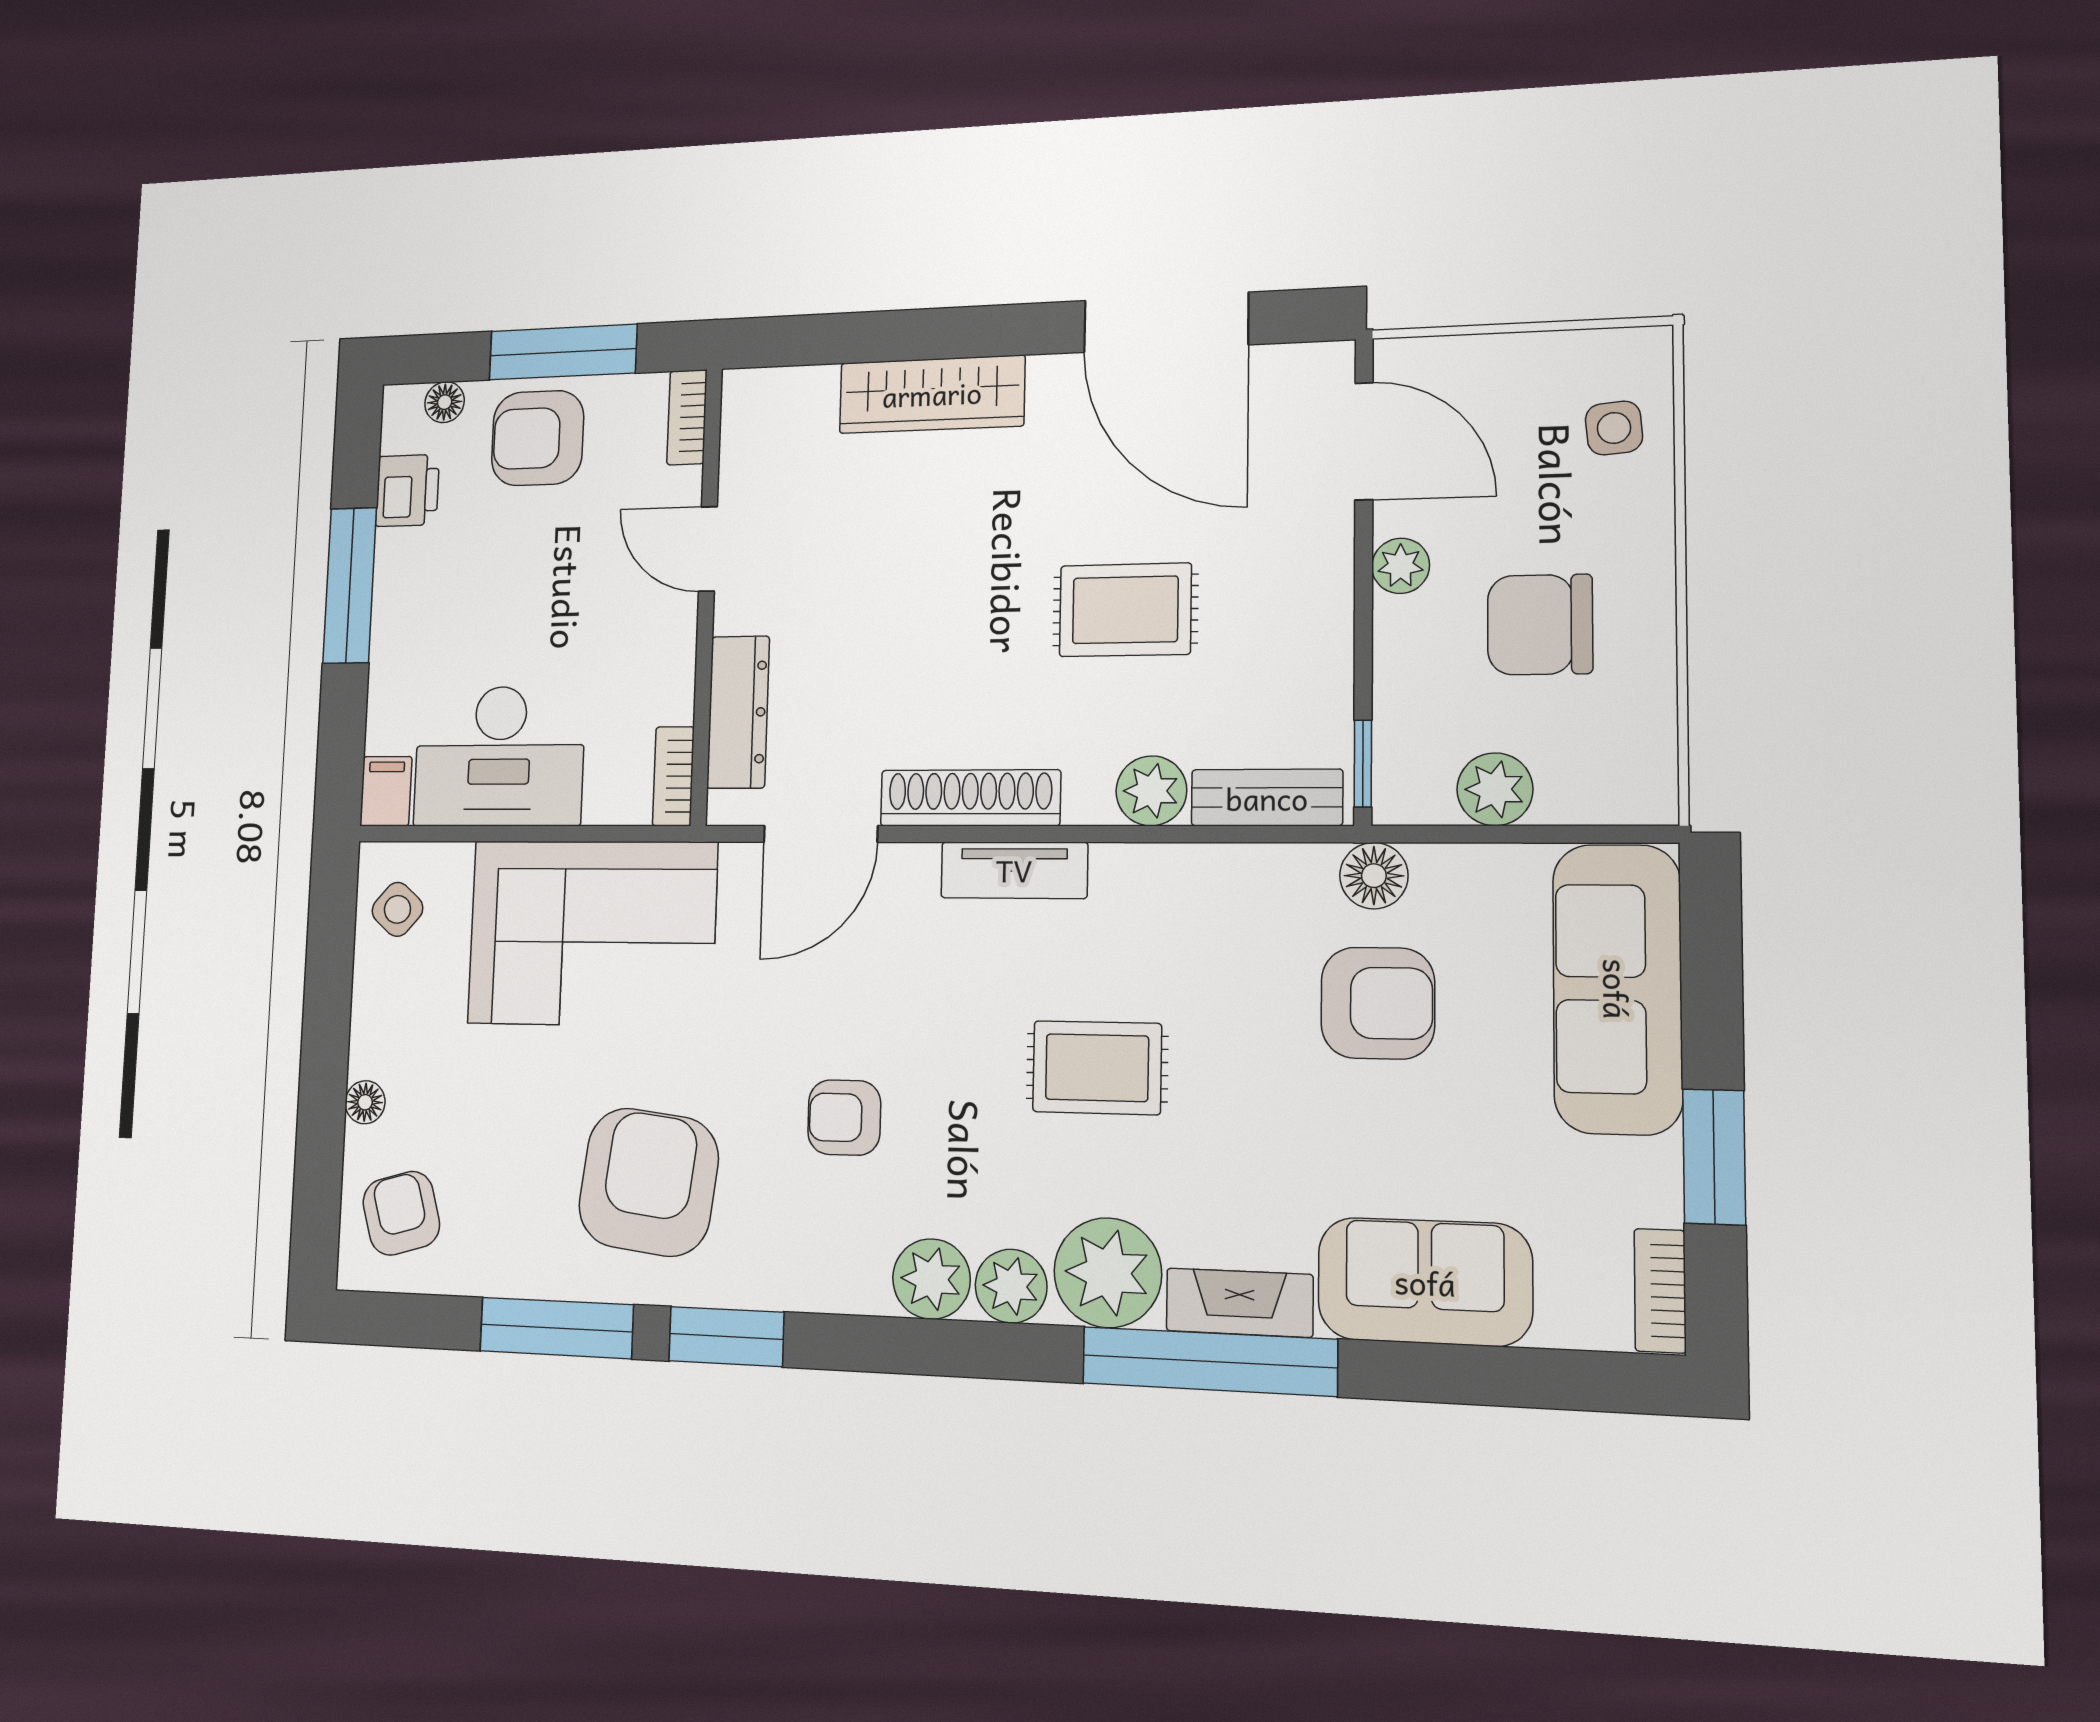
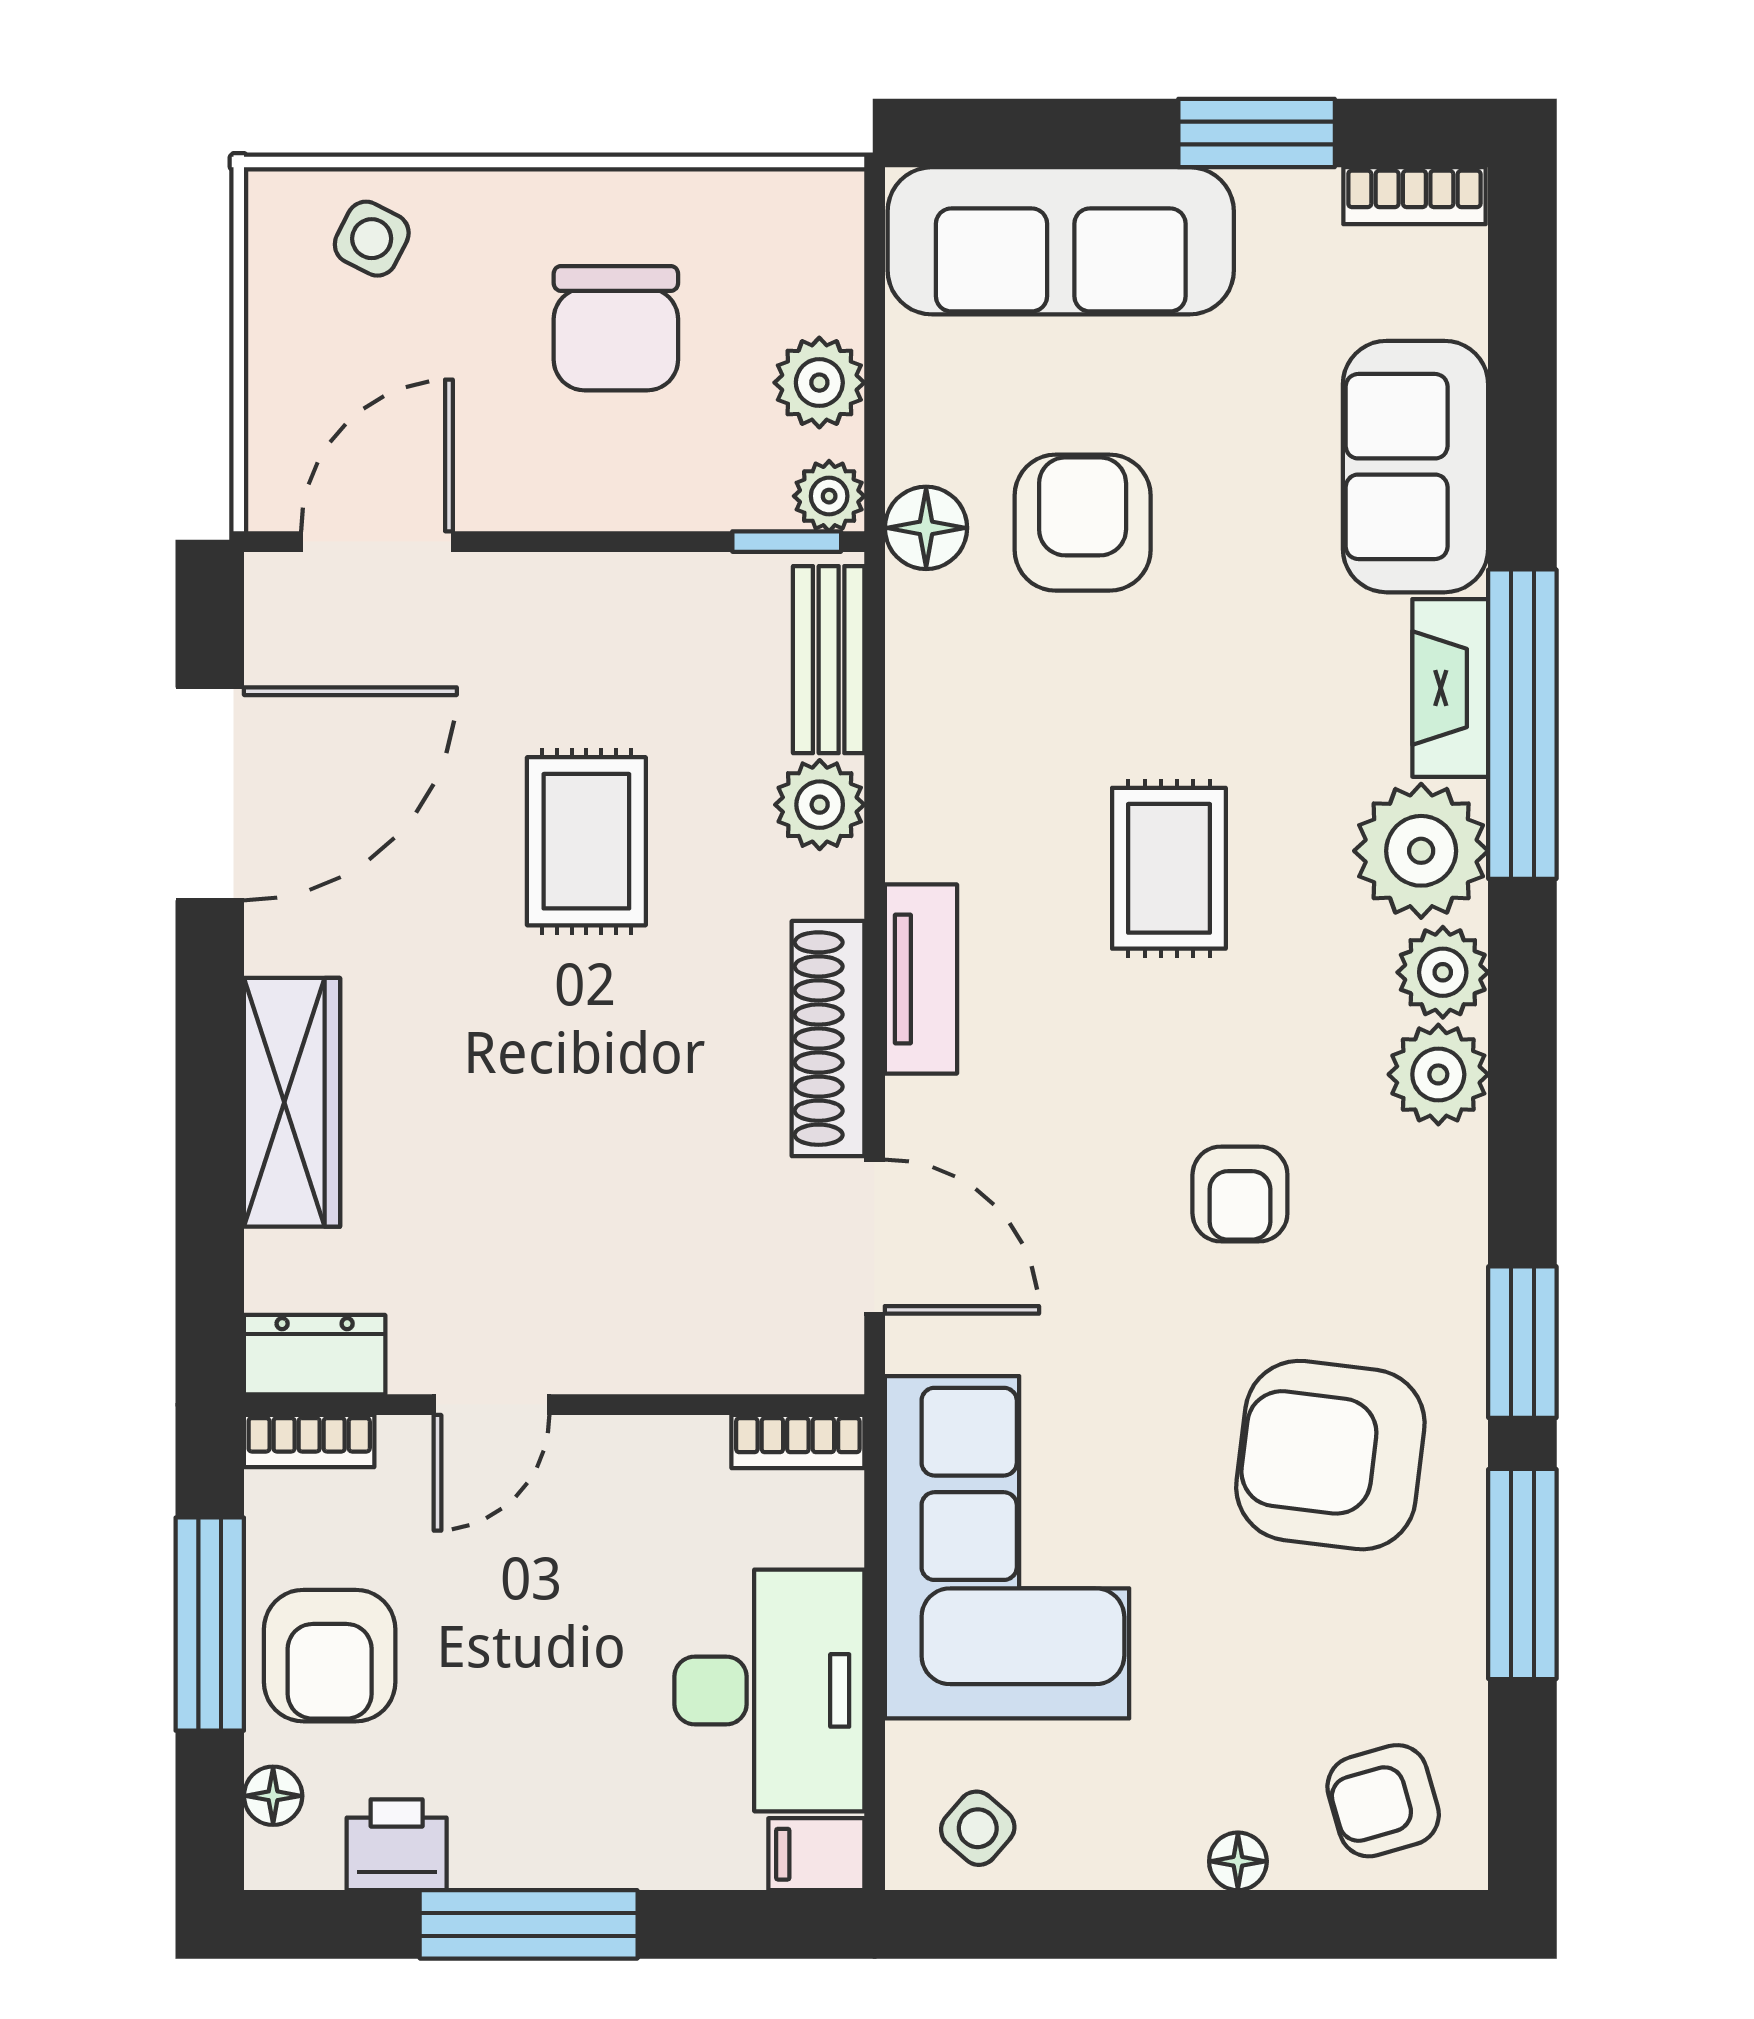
side table: (1614, 428) -> (372, 239), turned 32
plant: (1401, 566) -> (829, 496), moved
dresser: (738, 712) -> (315, 1355), moved, width x0.70

